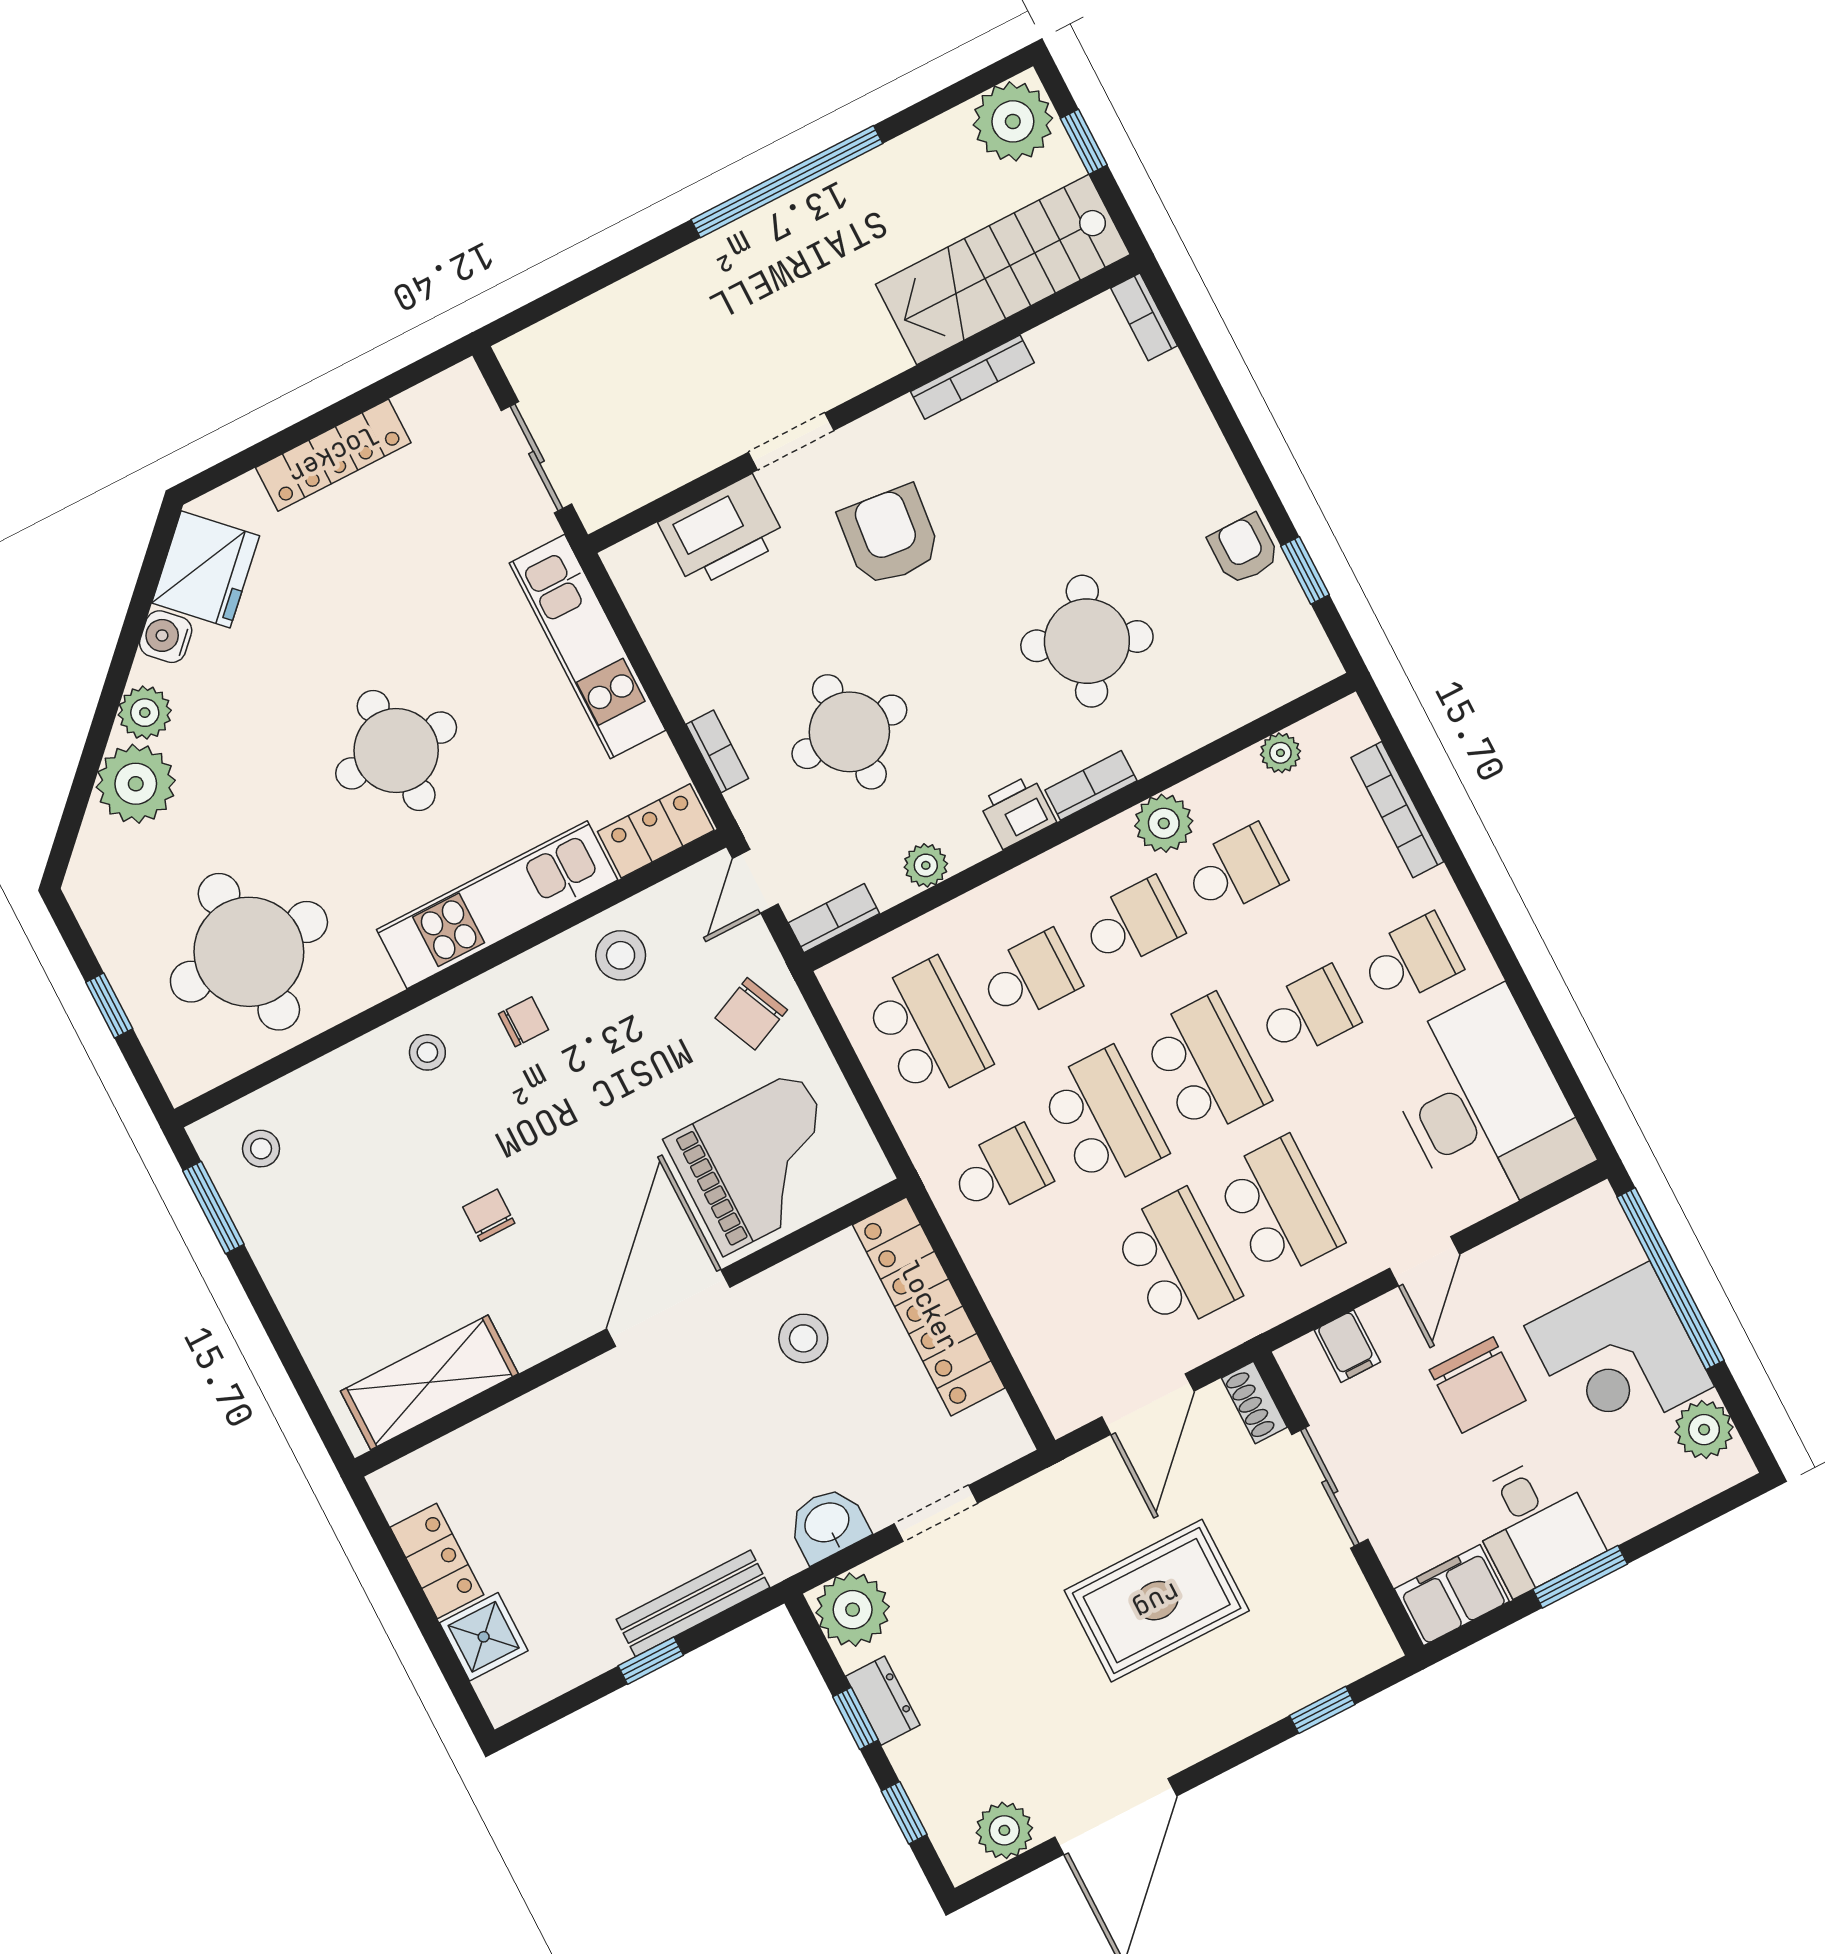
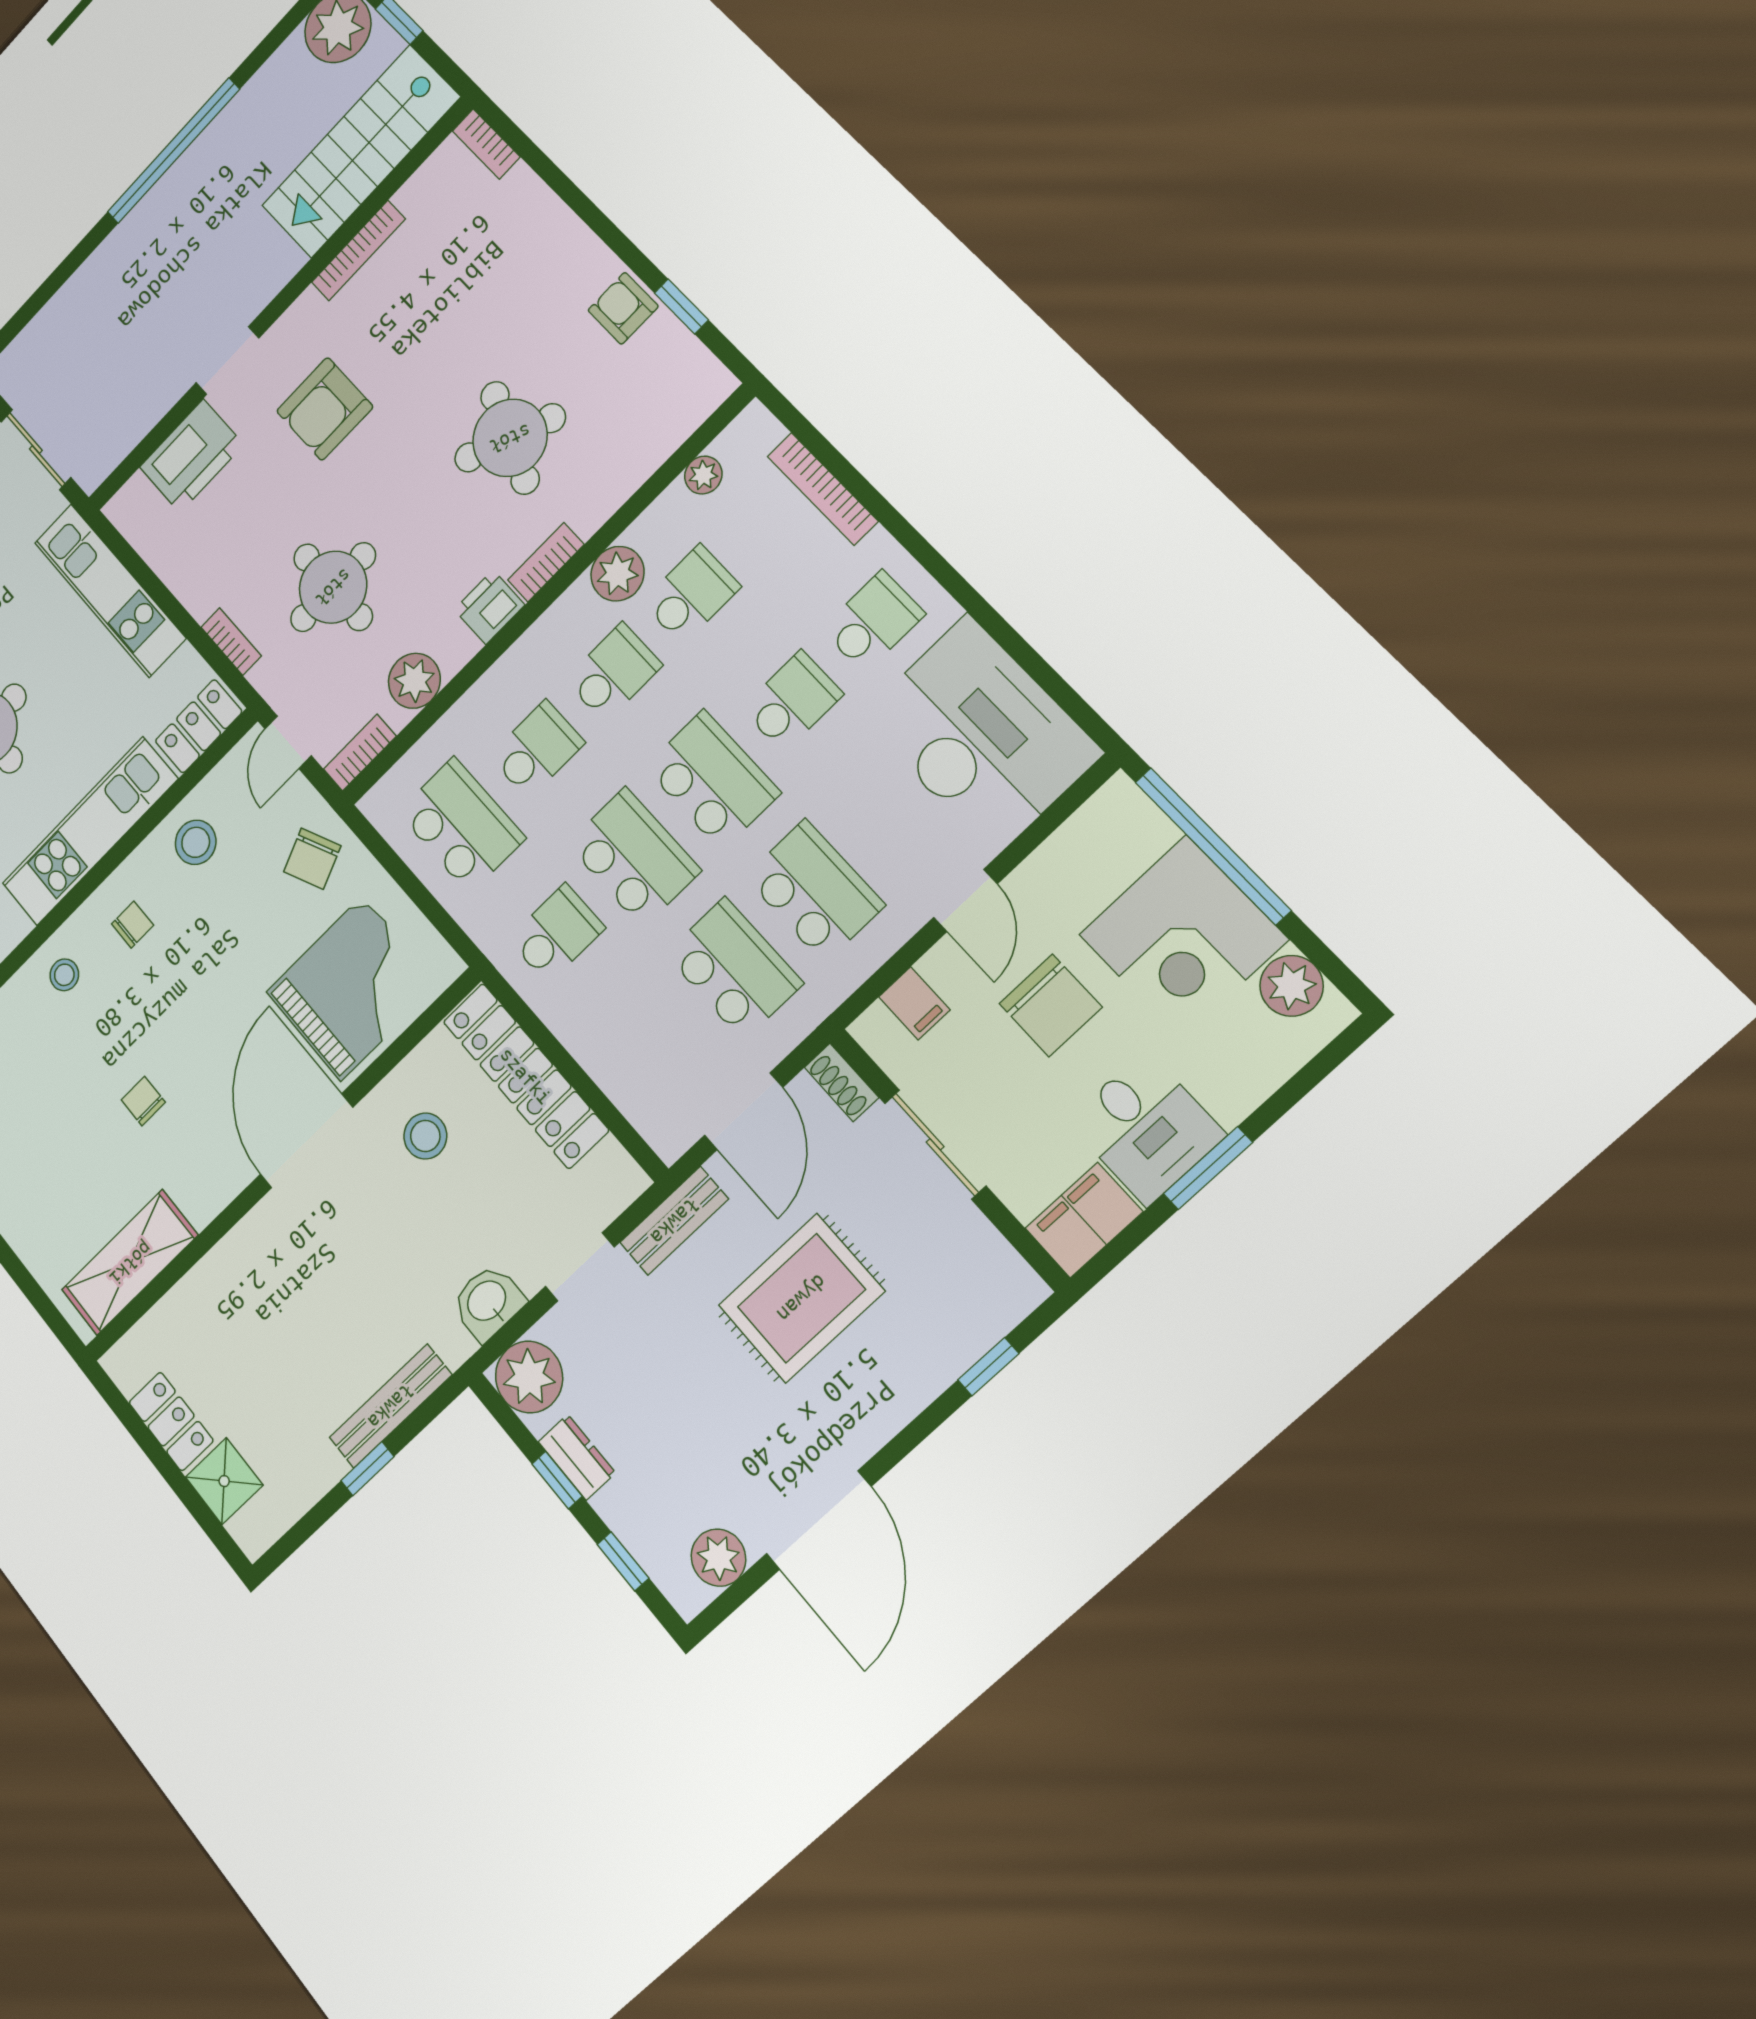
armchair: (890, 536) -> (325, 409), turned -96
plant: (926, 865) -> (414, 681), width x1.38, depth x1.38
bench: (1047, 1493) -> (674, 1221), added

